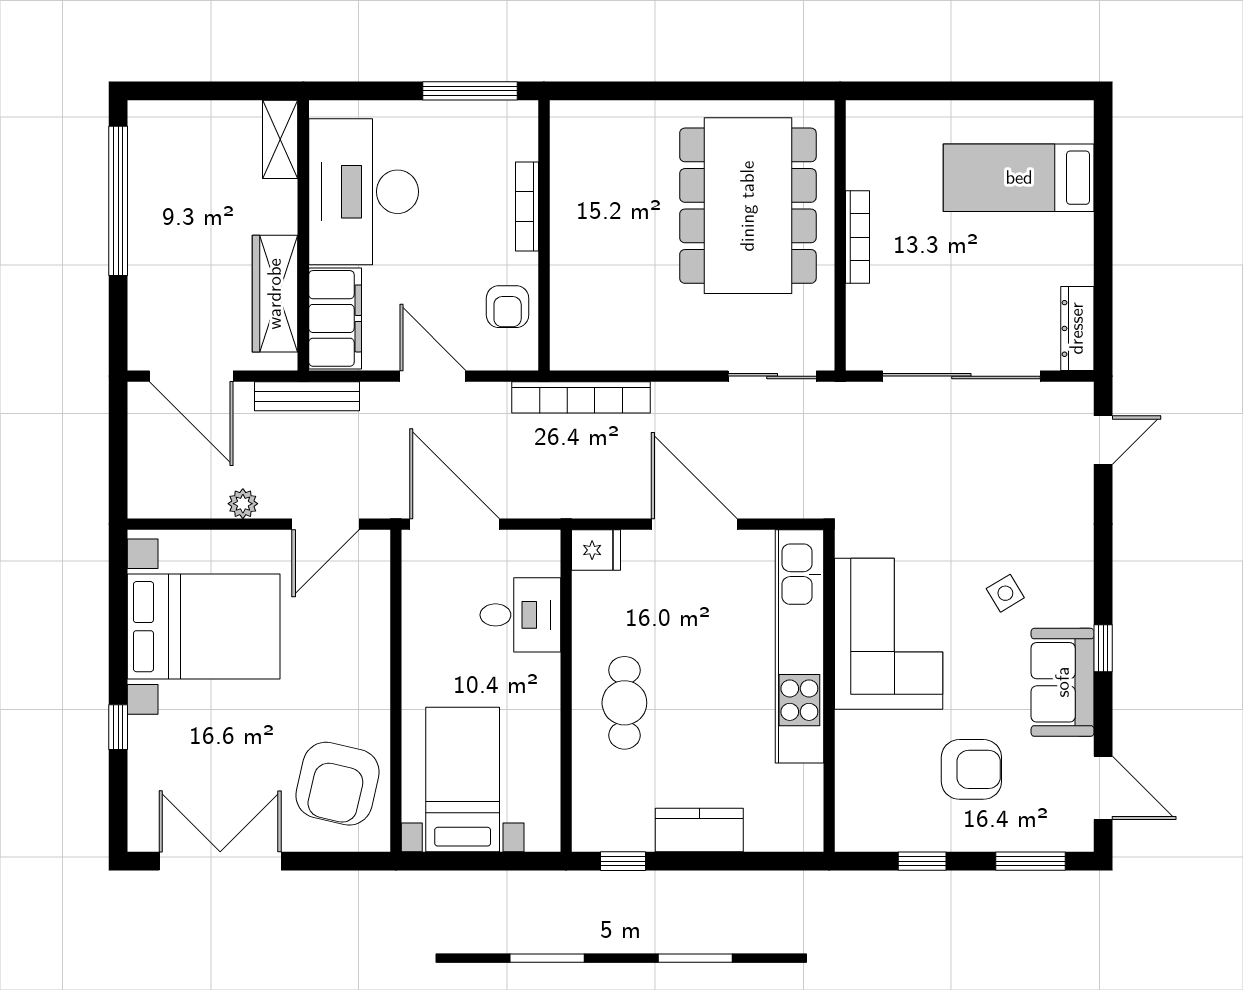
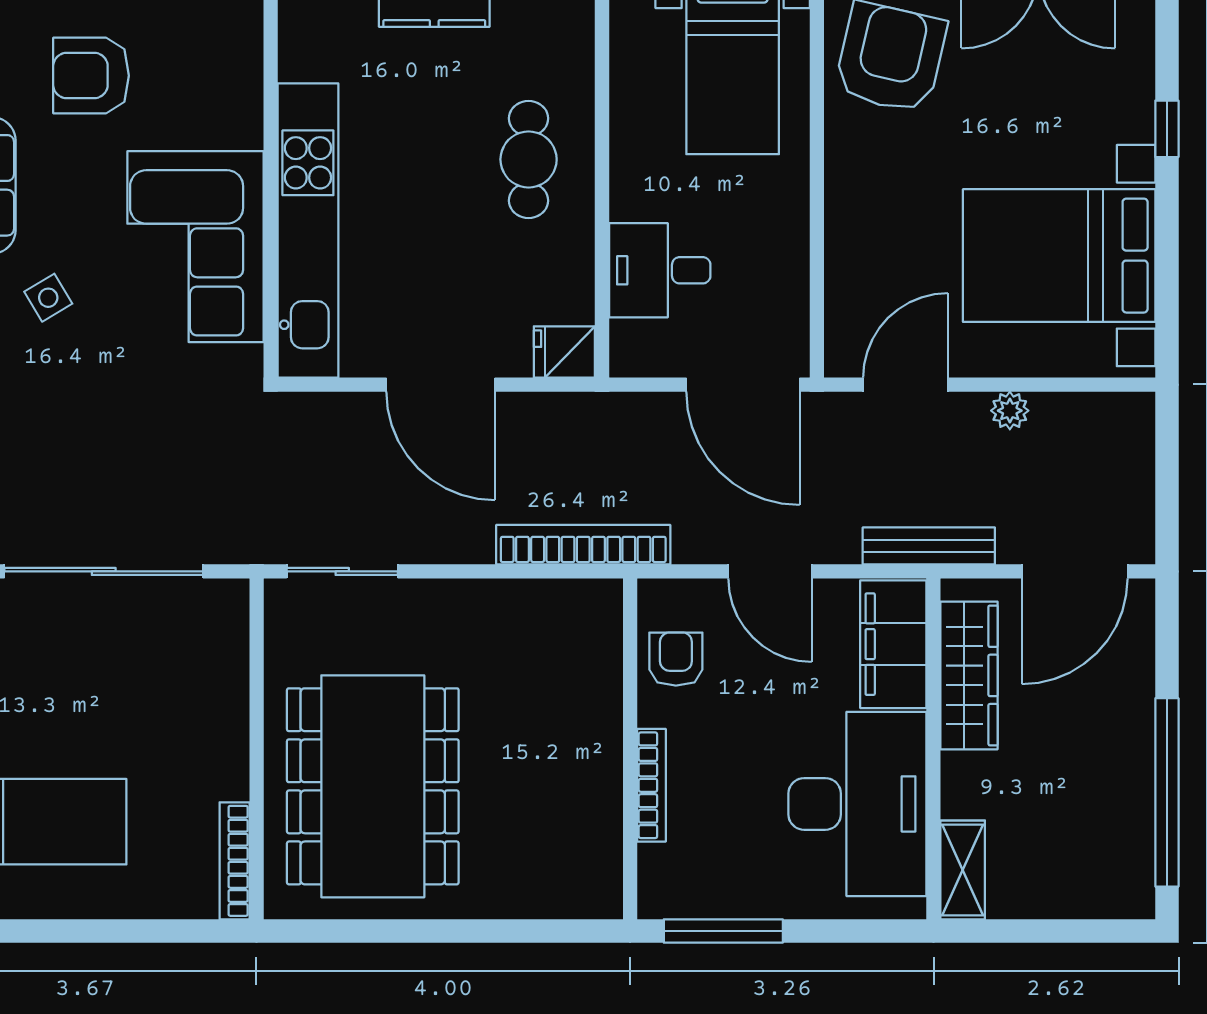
bookcase: (858, 237) -> (235, 861), moved
door: (191, 376) -> (1075, 571), swing flipped

